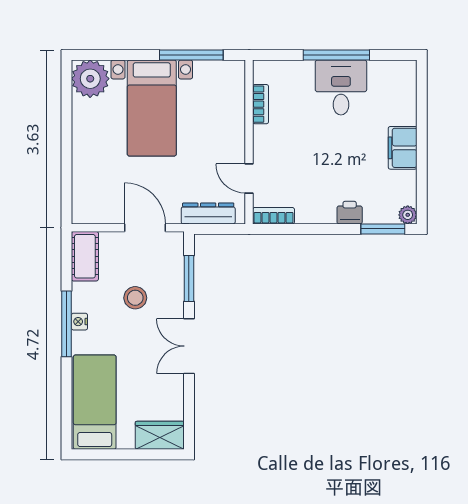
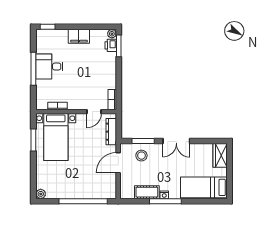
window: (191, 55) -> (33, 140), width x0.69
plant: (90, 79) -> (41, 194), width x0.53, depth x0.53
window: (422, 84) -> (48, 27), added
bed with nightstands: (152, 108) -> (56, 137), moved, turned 90
window: (66, 156) -> (83, 201), added
printer: (350, 213) -> (111, 45), moved
cot: (85, 256) -> (147, 192), moved
stool: (135, 298) -> (141, 156), moved

